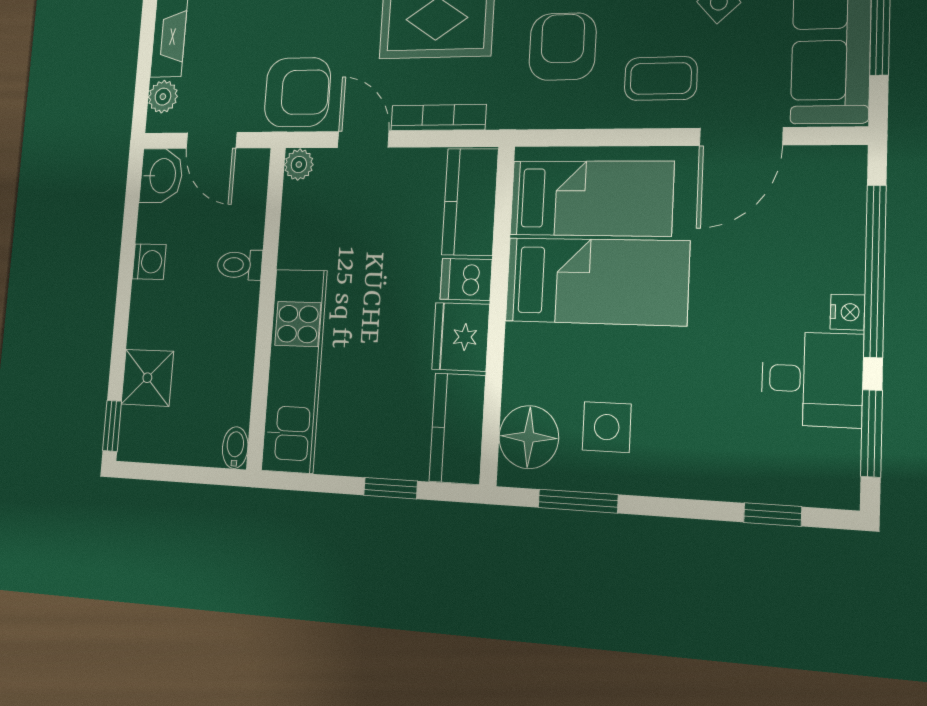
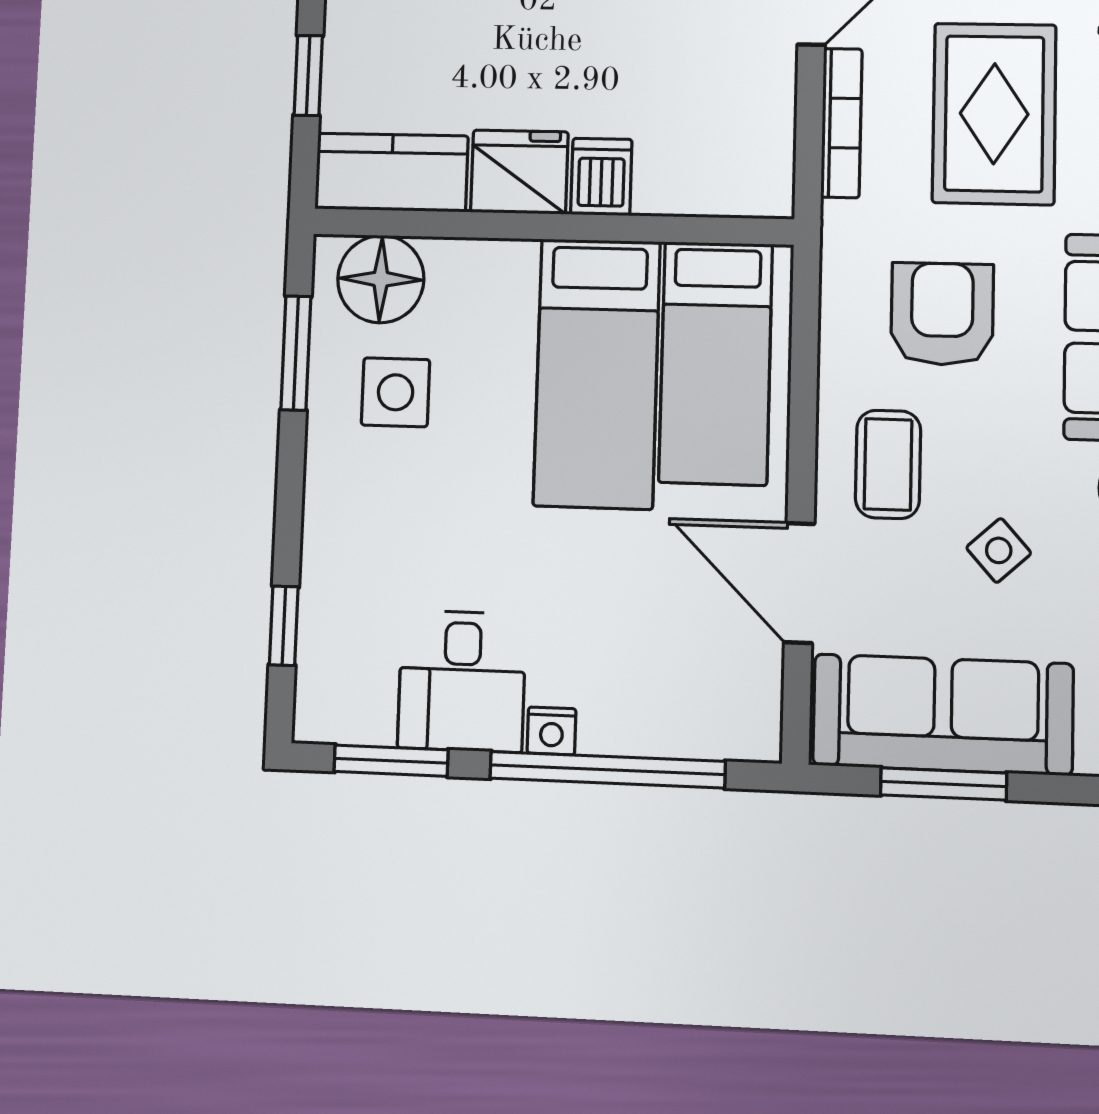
armchair: (563, 47) -> (942, 314), turned -90
kitchen counter: (470, 202) -> (714, 178), removed

